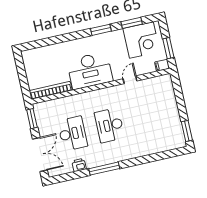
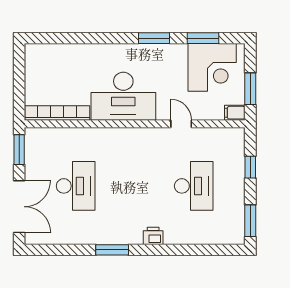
door: (130, 80) -> (181, 124), hinge flipped
window: (179, 97) -> (250, 167), added
desk: (110, 125) -> (194, 186), moved, turned 180
printer: (79, 165) -> (153, 236), moved
window: (104, 169) -> (112, 250), width x0.69

